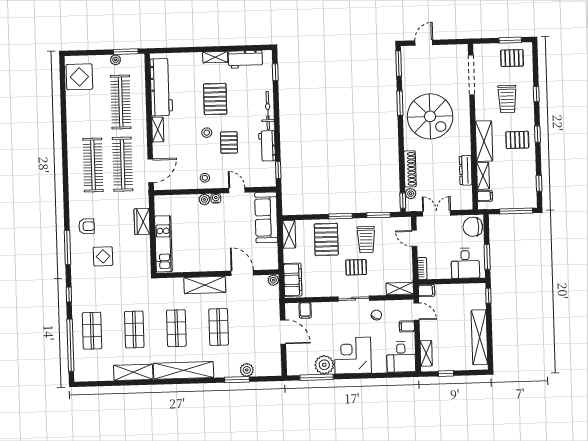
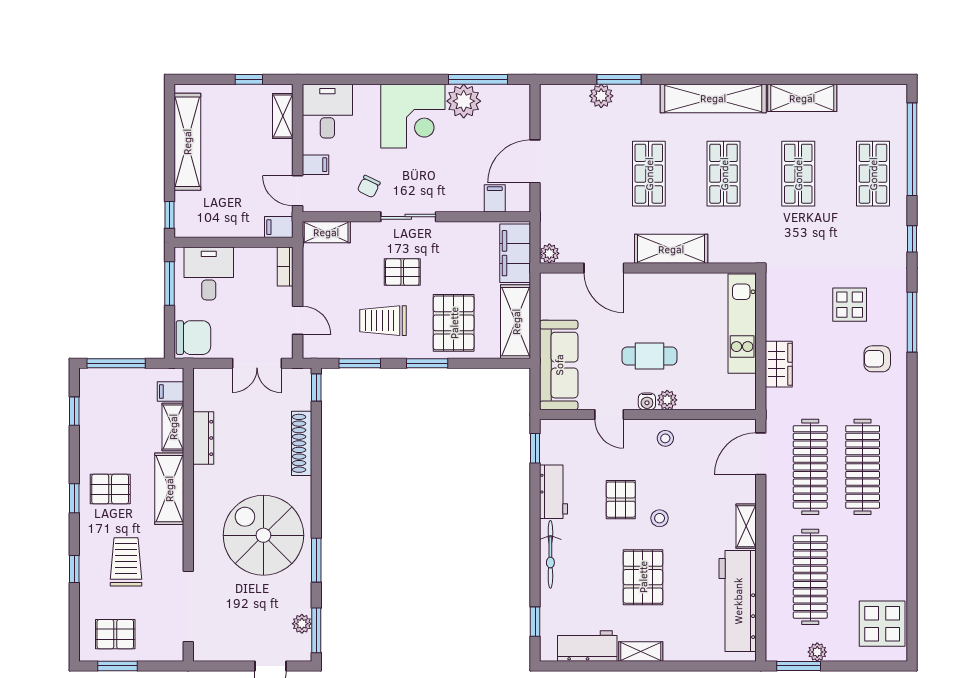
plant: (411, 194) -> (302, 624), moved
cafe table: (215, 224) -> (649, 356), added
shelving: (289, 234) -> (516, 322), width x1.50, depth x1.33
trolley: (366, 240) -> (383, 321), turned -90
door: (283, 332) -> (535, 161), hinge flipped

